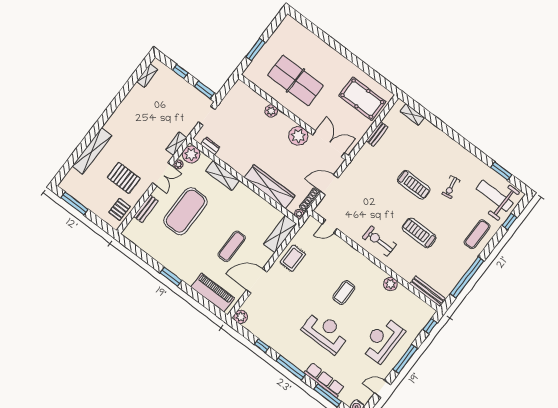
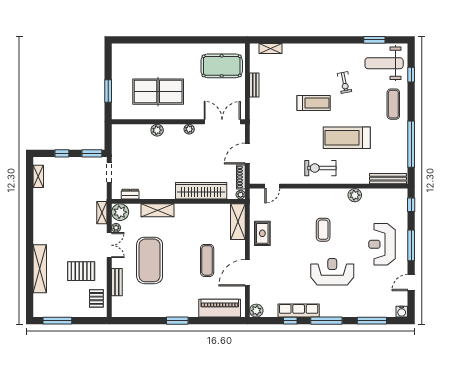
plant: (298, 136) -> (189, 129), width x0.53, depth x0.53
treadmill: (419, 233) -> (347, 138), width x1.37, depth x1.38
row of seats: (324, 380) -> (299, 311), moved

